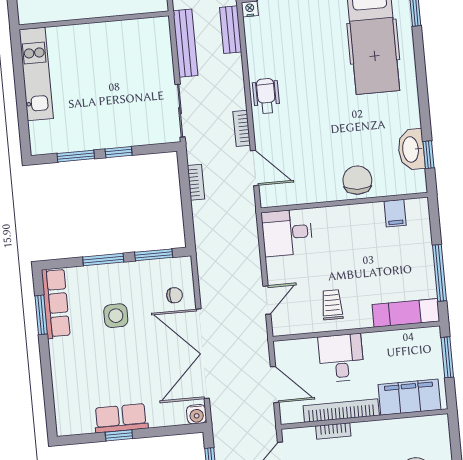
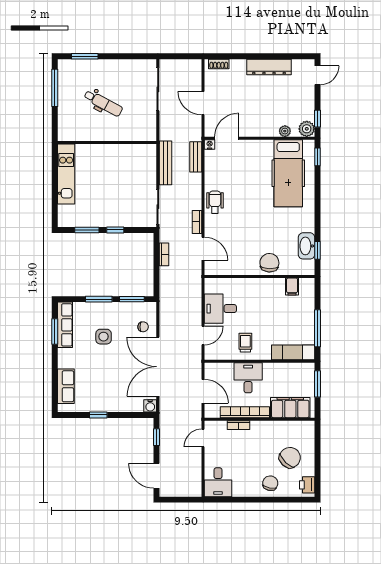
desk: (287, 233) -> (220, 309), moved
row of seats: (121, 418) -> (66, 386), moved, turned 90

